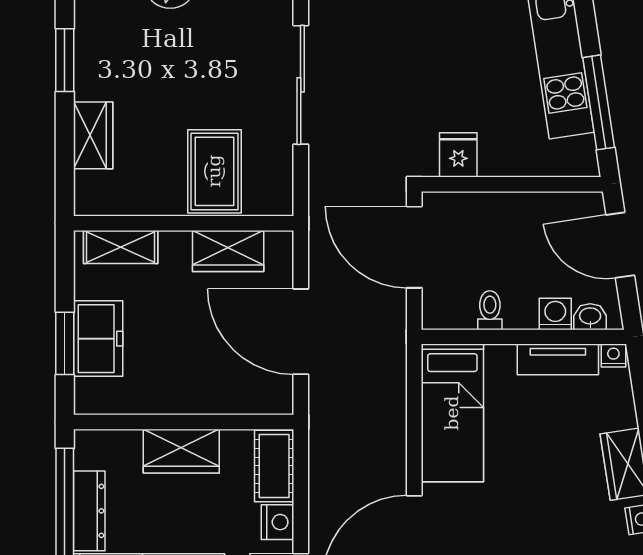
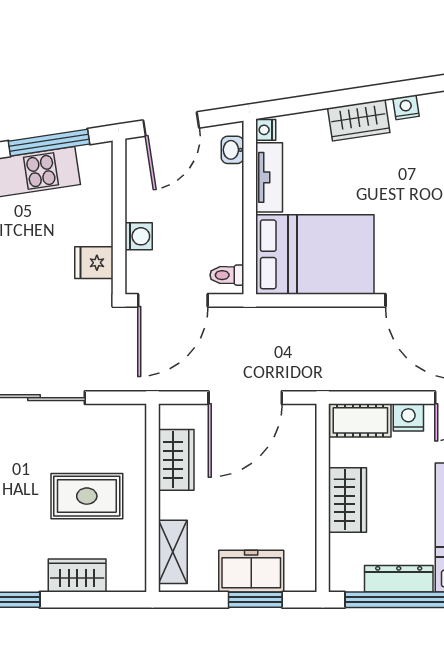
rug: (214, 171) -> (87, 496), moved
toilet: (490, 310) -> (227, 275), moved
washing machine: (555, 314) -> (139, 236), moved, turned 180
bed: (452, 413) -> (315, 254), width x1.50

